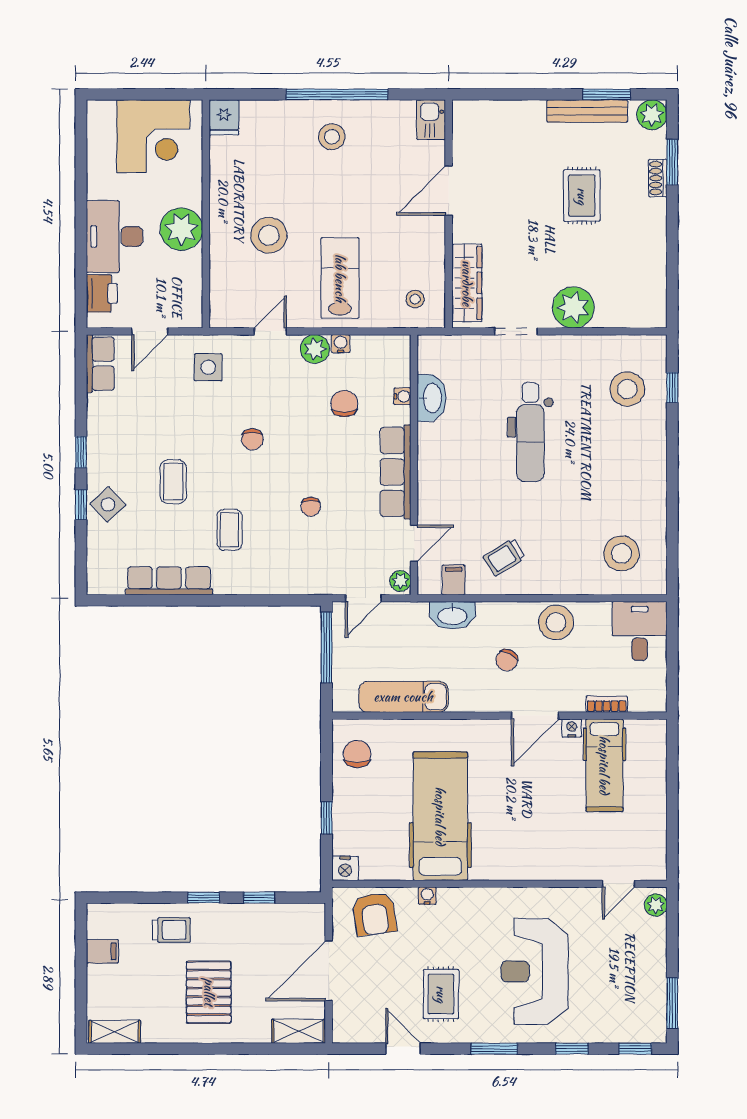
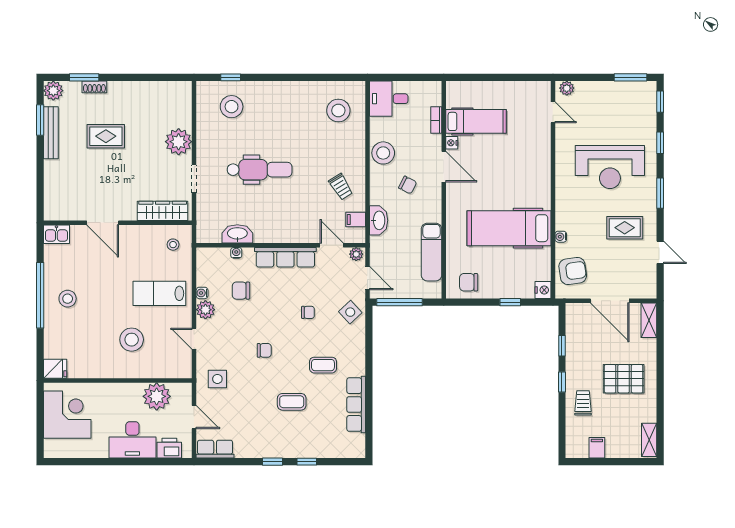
plant: (181, 229) -> (157, 396), moved
side table: (108, 504) -> (350, 312), moved
door: (403, 1049) -> (660, 252), swing flipped

